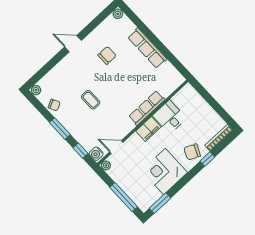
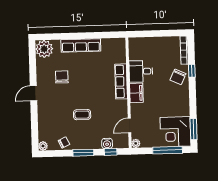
plant: (118, 14) -> (44, 49), width x1.88, depth x1.88
water cooler: (96, 154) -> (107, 143), moved
corner desk: (164, 171) -> (175, 132), moved

